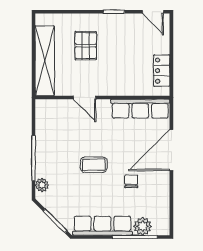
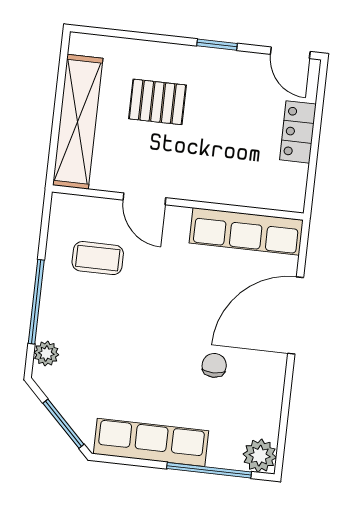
pallet: (86, 46) -> (157, 102), turned 90
locker: (162, 71) -> (298, 132), moved
coffee table: (94, 165) -> (98, 258), moved
plant: (143, 226) -> (260, 456), moved

